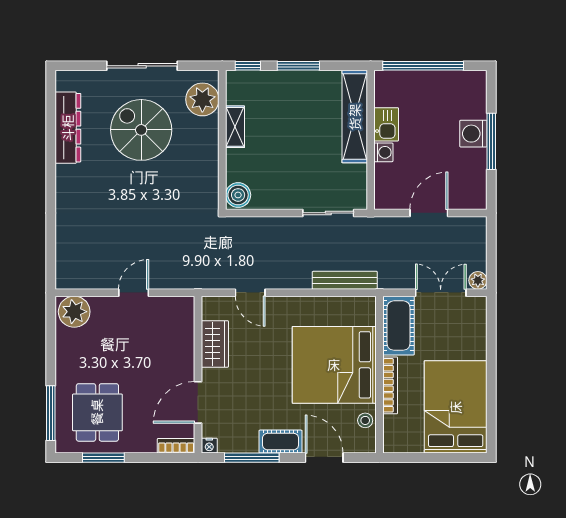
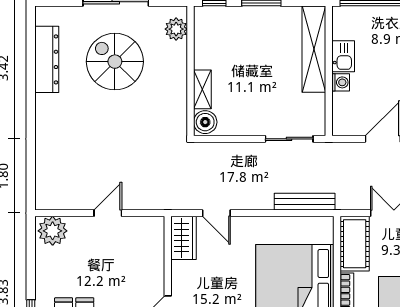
plant: (202, 99) -> (176, 29), width x0.73, depth x0.73
shelving: (235, 127) -> (202, 89), moved
wardrobe: (215, 344) -> (184, 238), moved

